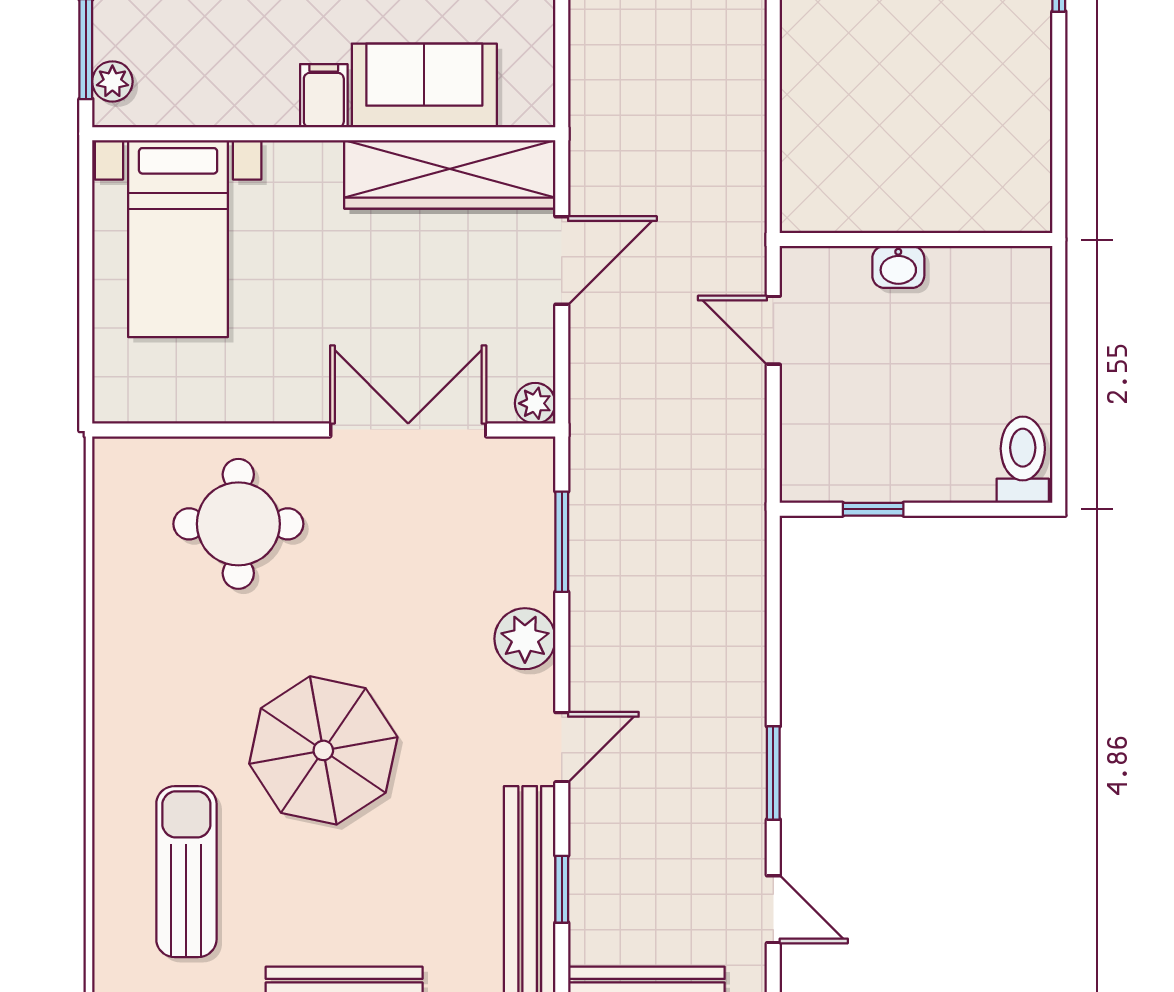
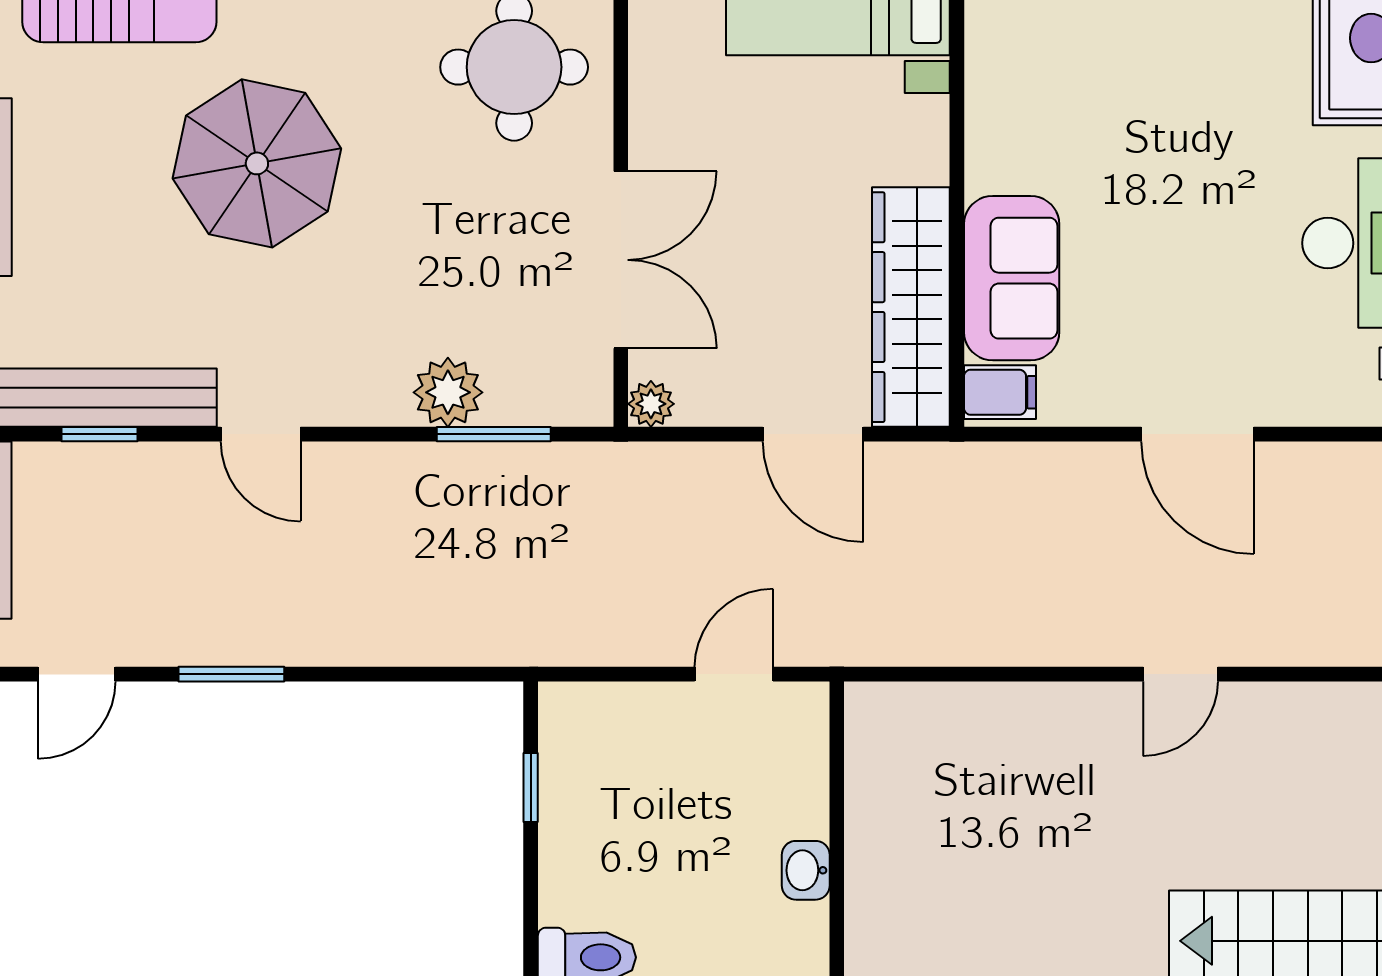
filing cabinet: (324, 96) -> (1000, 392), moved
washbasin: (898, 267) -> (806, 870), moved
plant: (525, 639) -> (448, 392), moved

